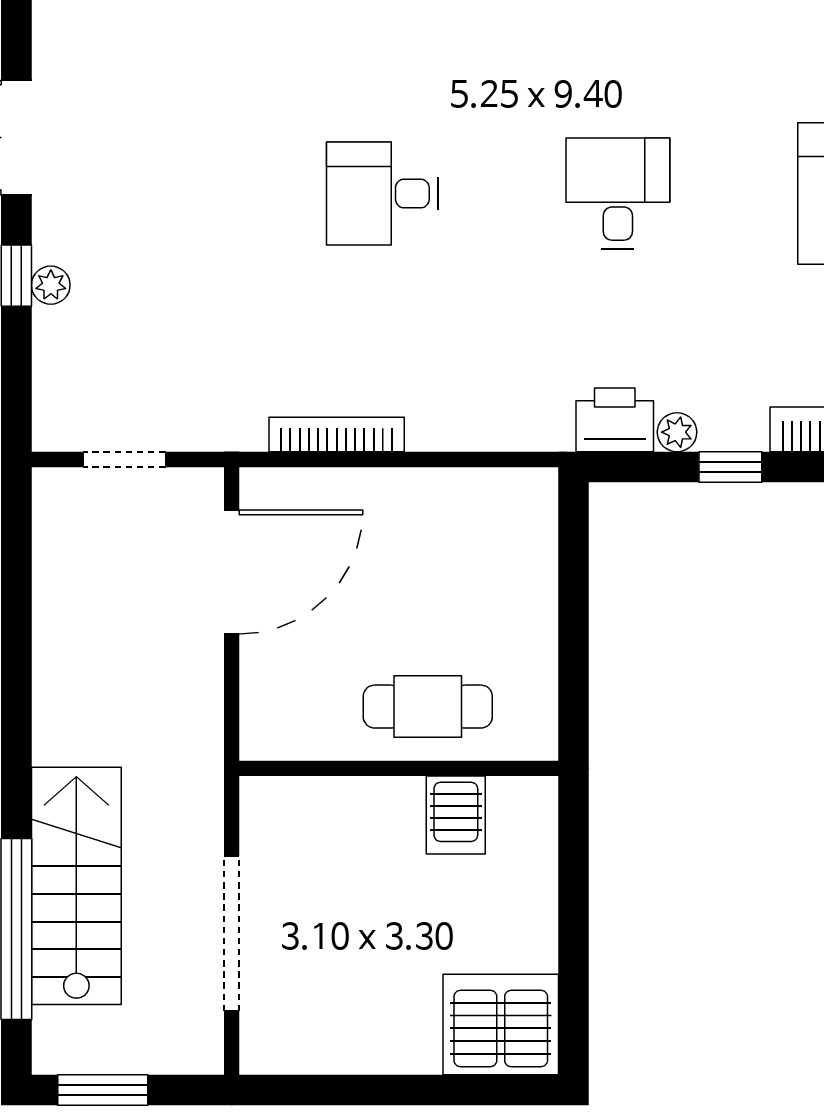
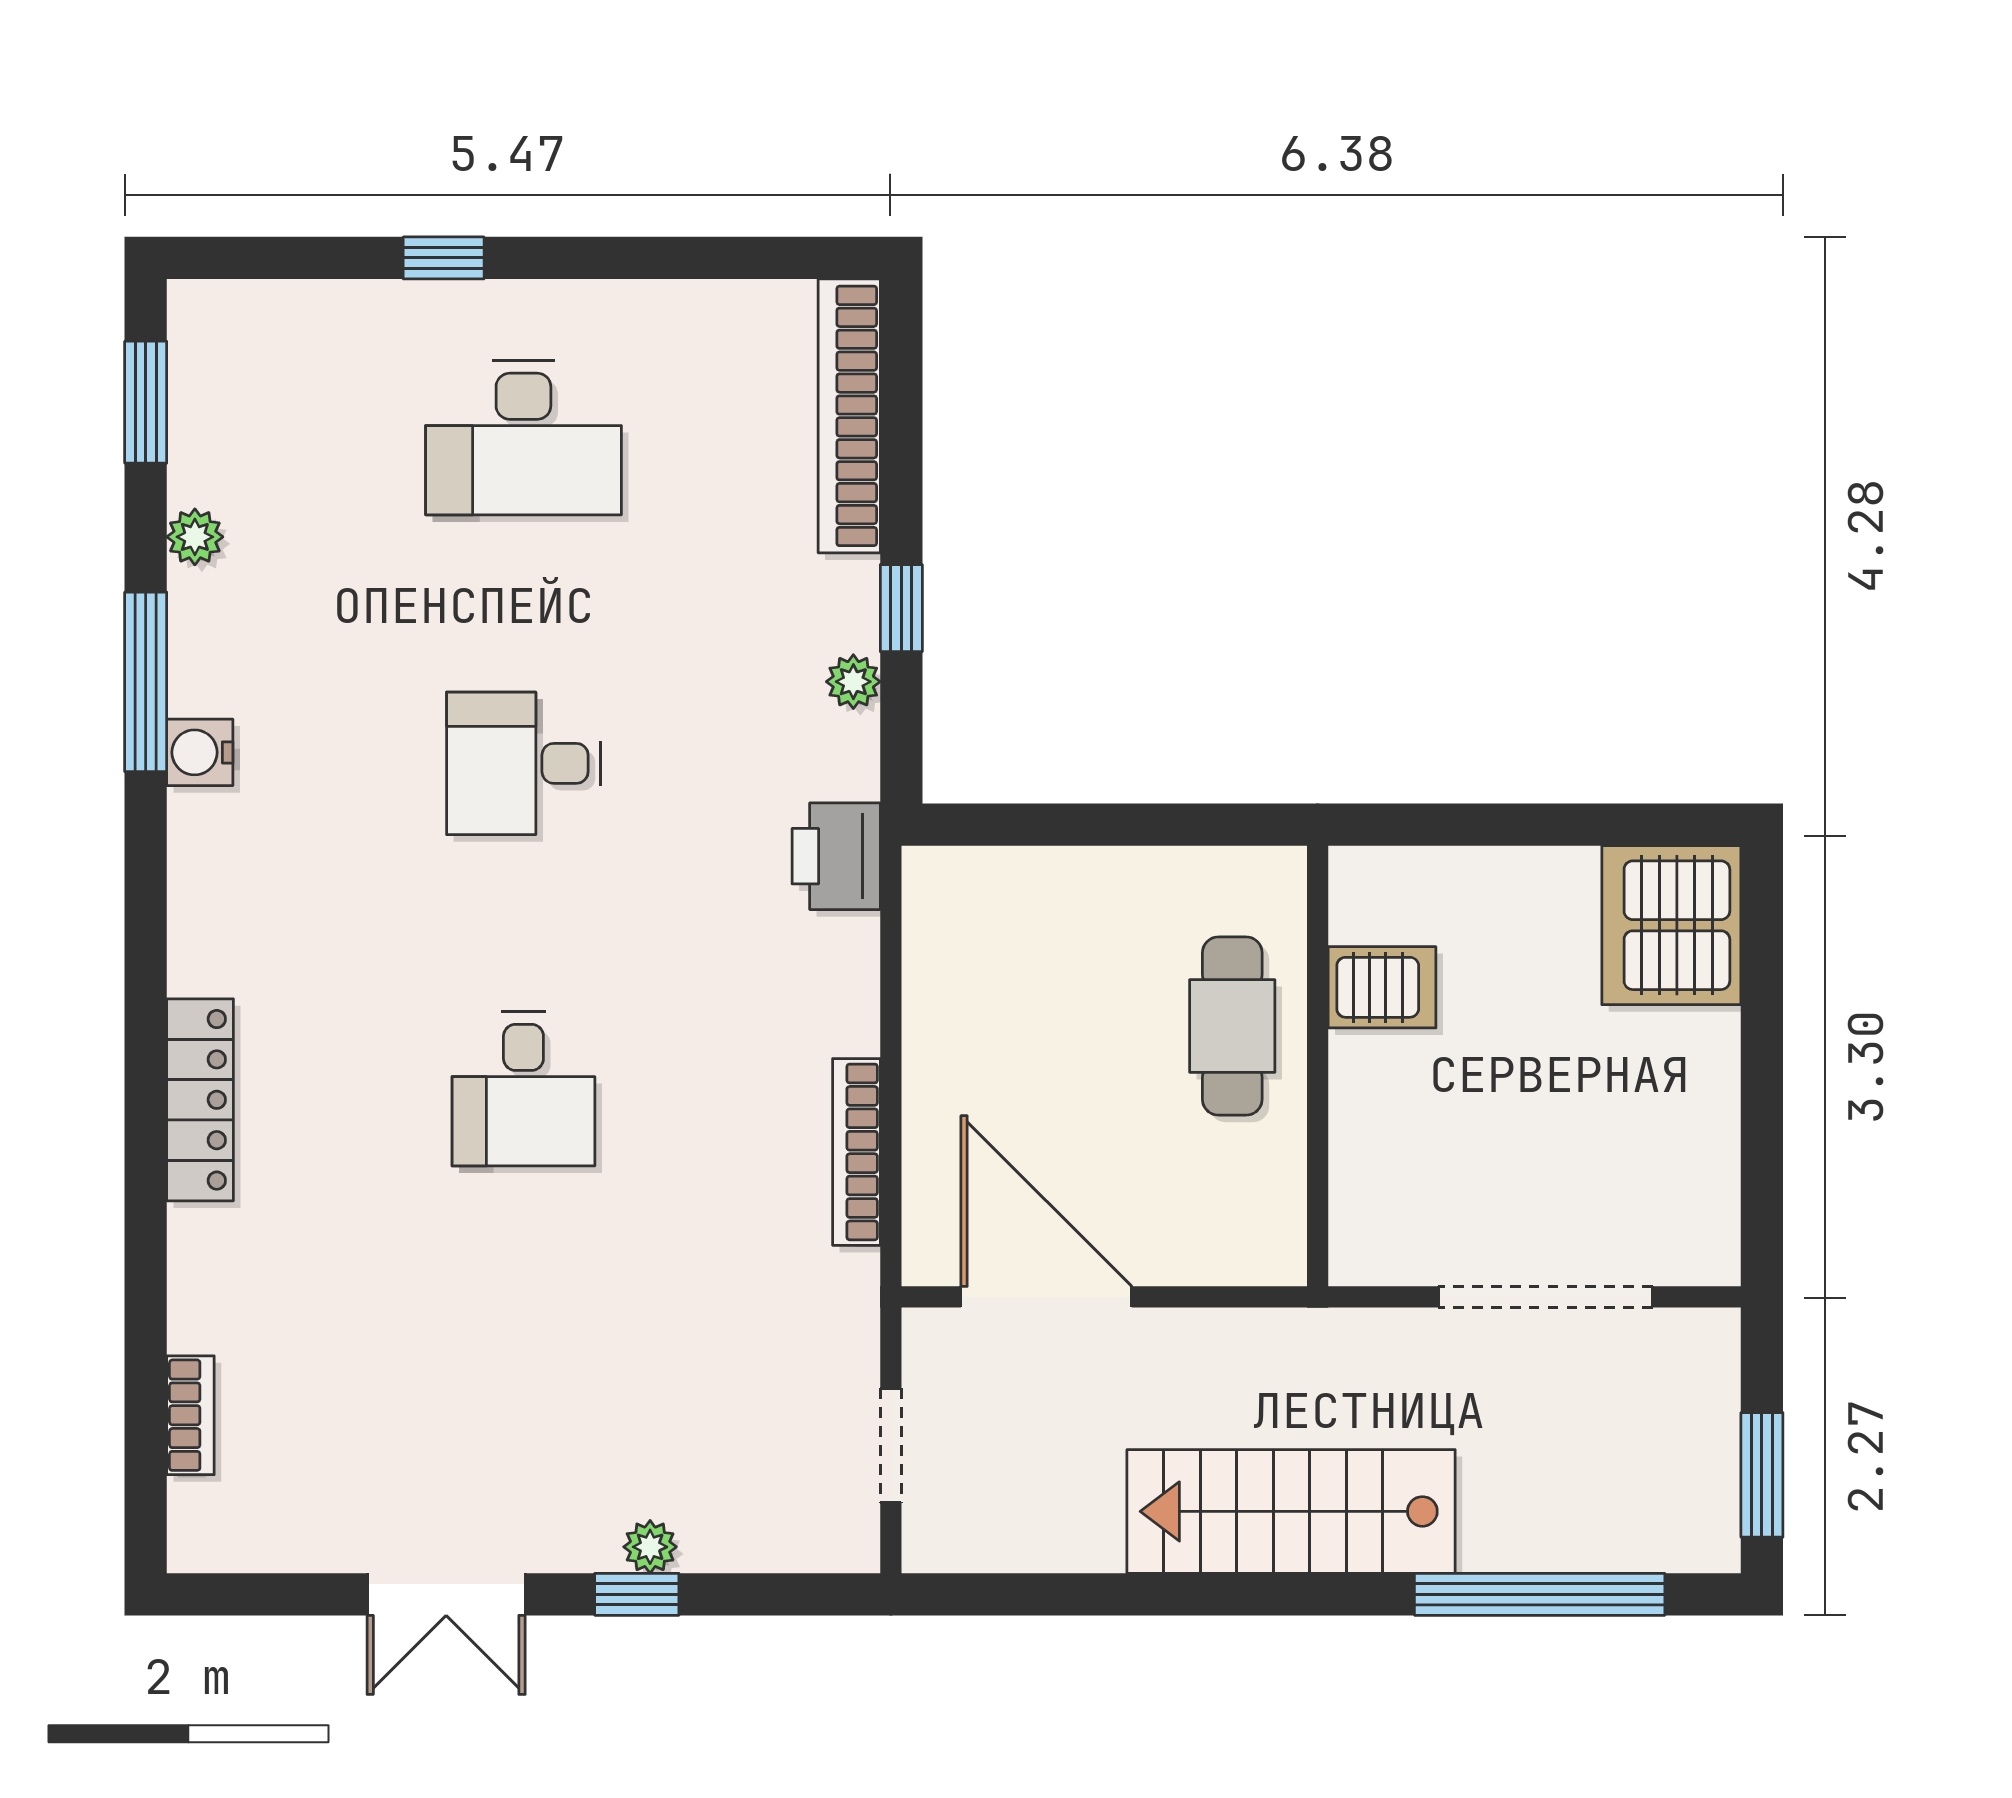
printer: (615, 420) -> (836, 856), moved
stairs: (76, 886) -> (1291, 1511), moved

